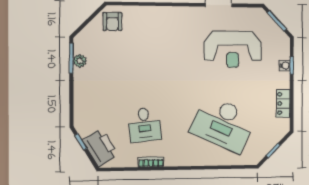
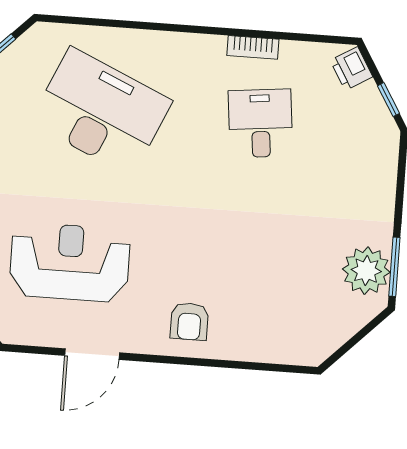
armchair: (112, 21) -> (189, 321), moved, turned 180
plant: (80, 61) -> (366, 271), width x1.88, depth x1.88
printer: (100, 147) -> (351, 69), width x0.53, depth x0.68

